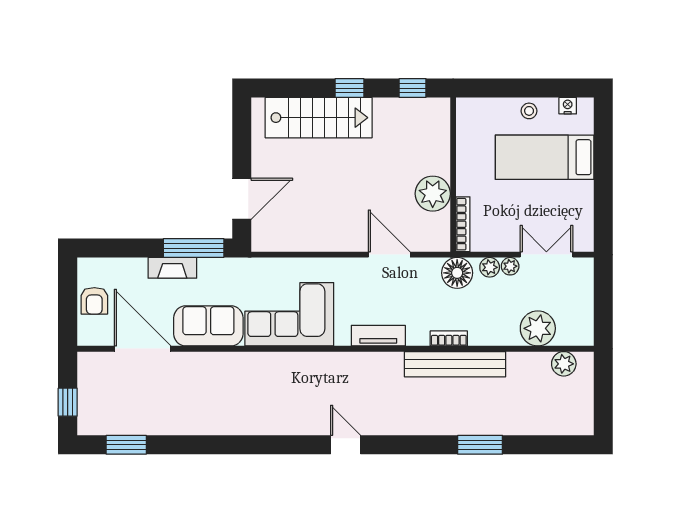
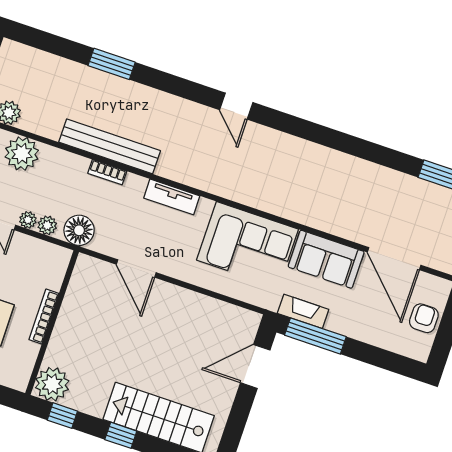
plant: (433, 194) -> (52, 384), moved
bookcase: (463, 224) -> (44, 317), moved
fireplace: (172, 268) -> (303, 311), moved

